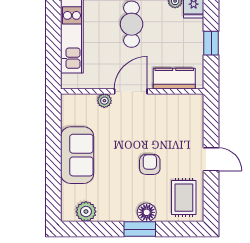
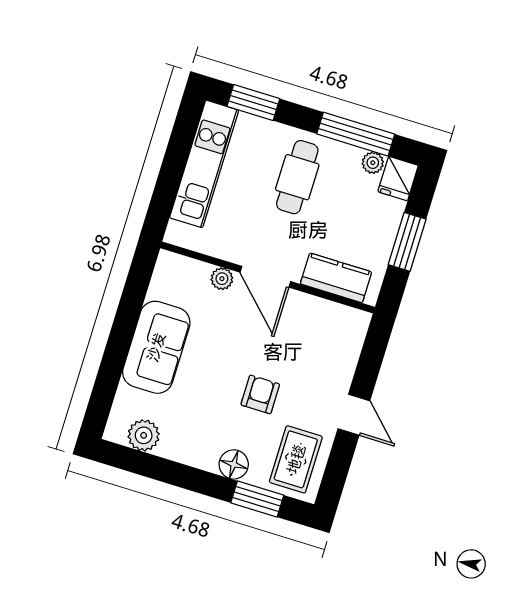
window: (211, 43) -> (407, 242), width x1.50
door: (131, 91) -> (265, 277), swing flipped
window: (140, 229) -> (257, 499), moved

